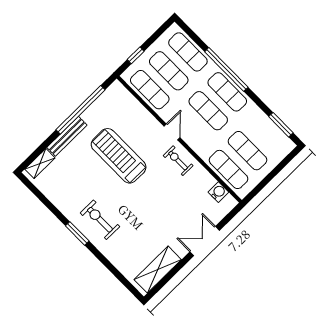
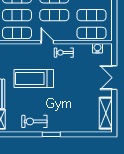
exercise bike: (100, 220) -> (34, 121), moved

